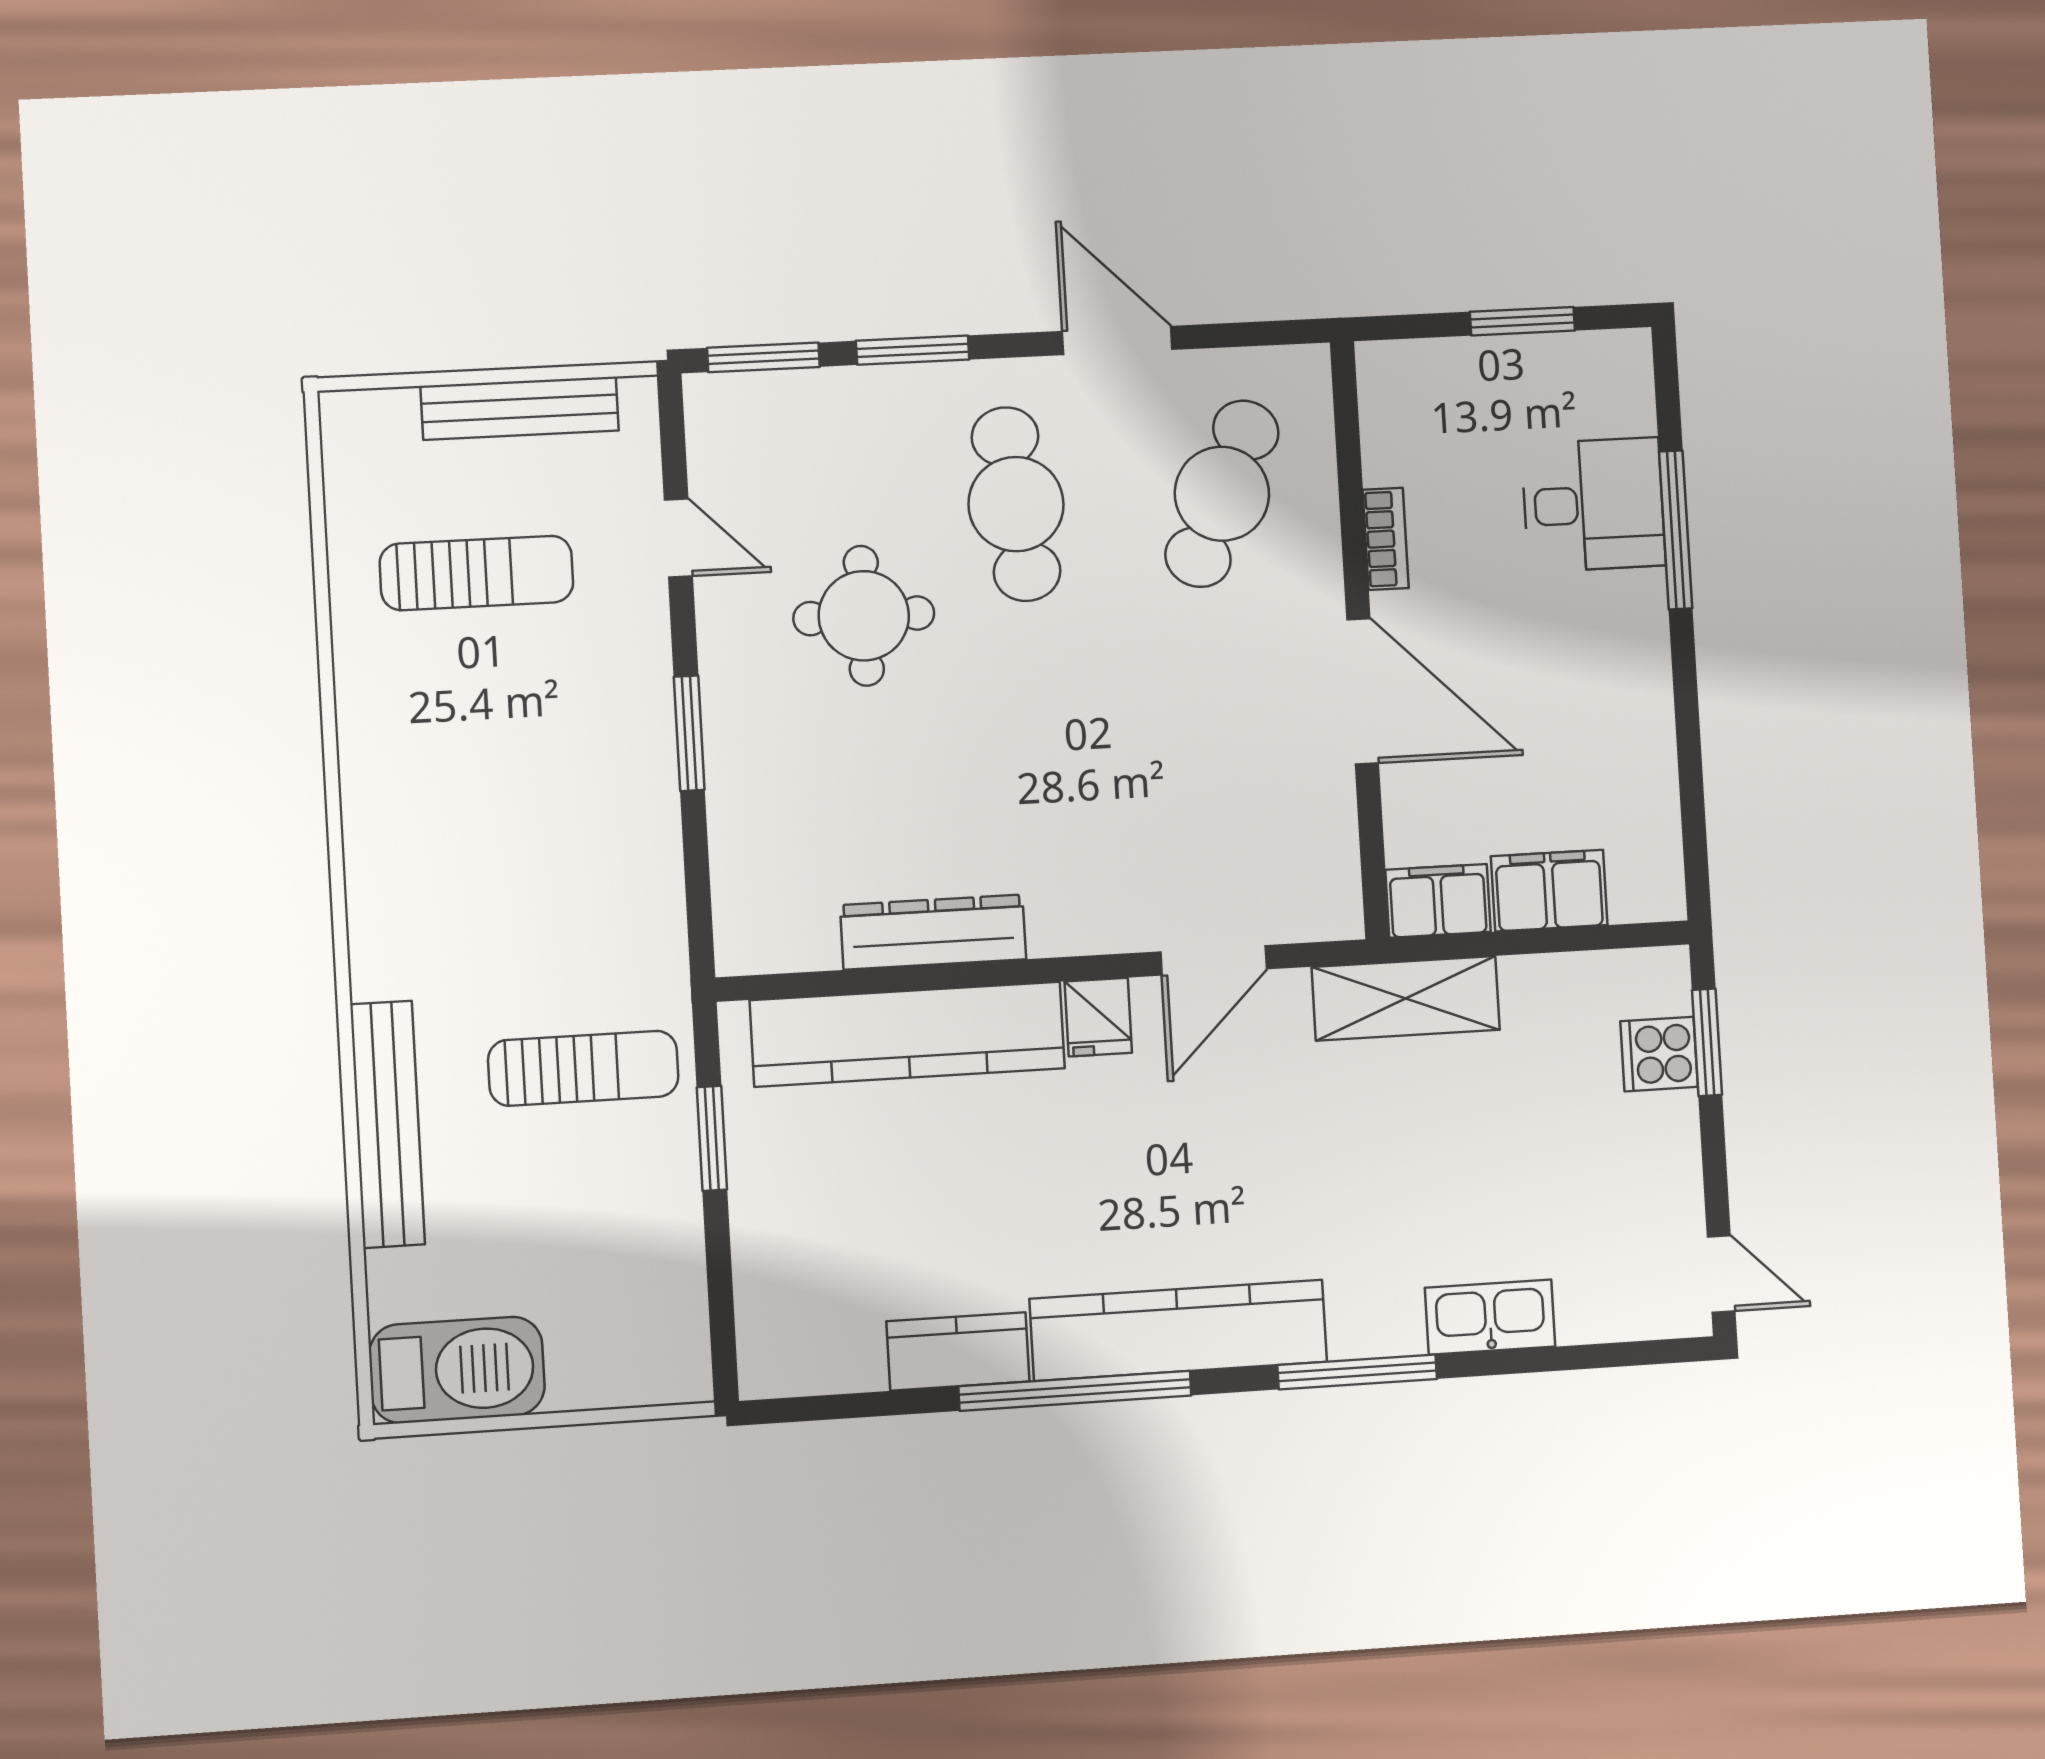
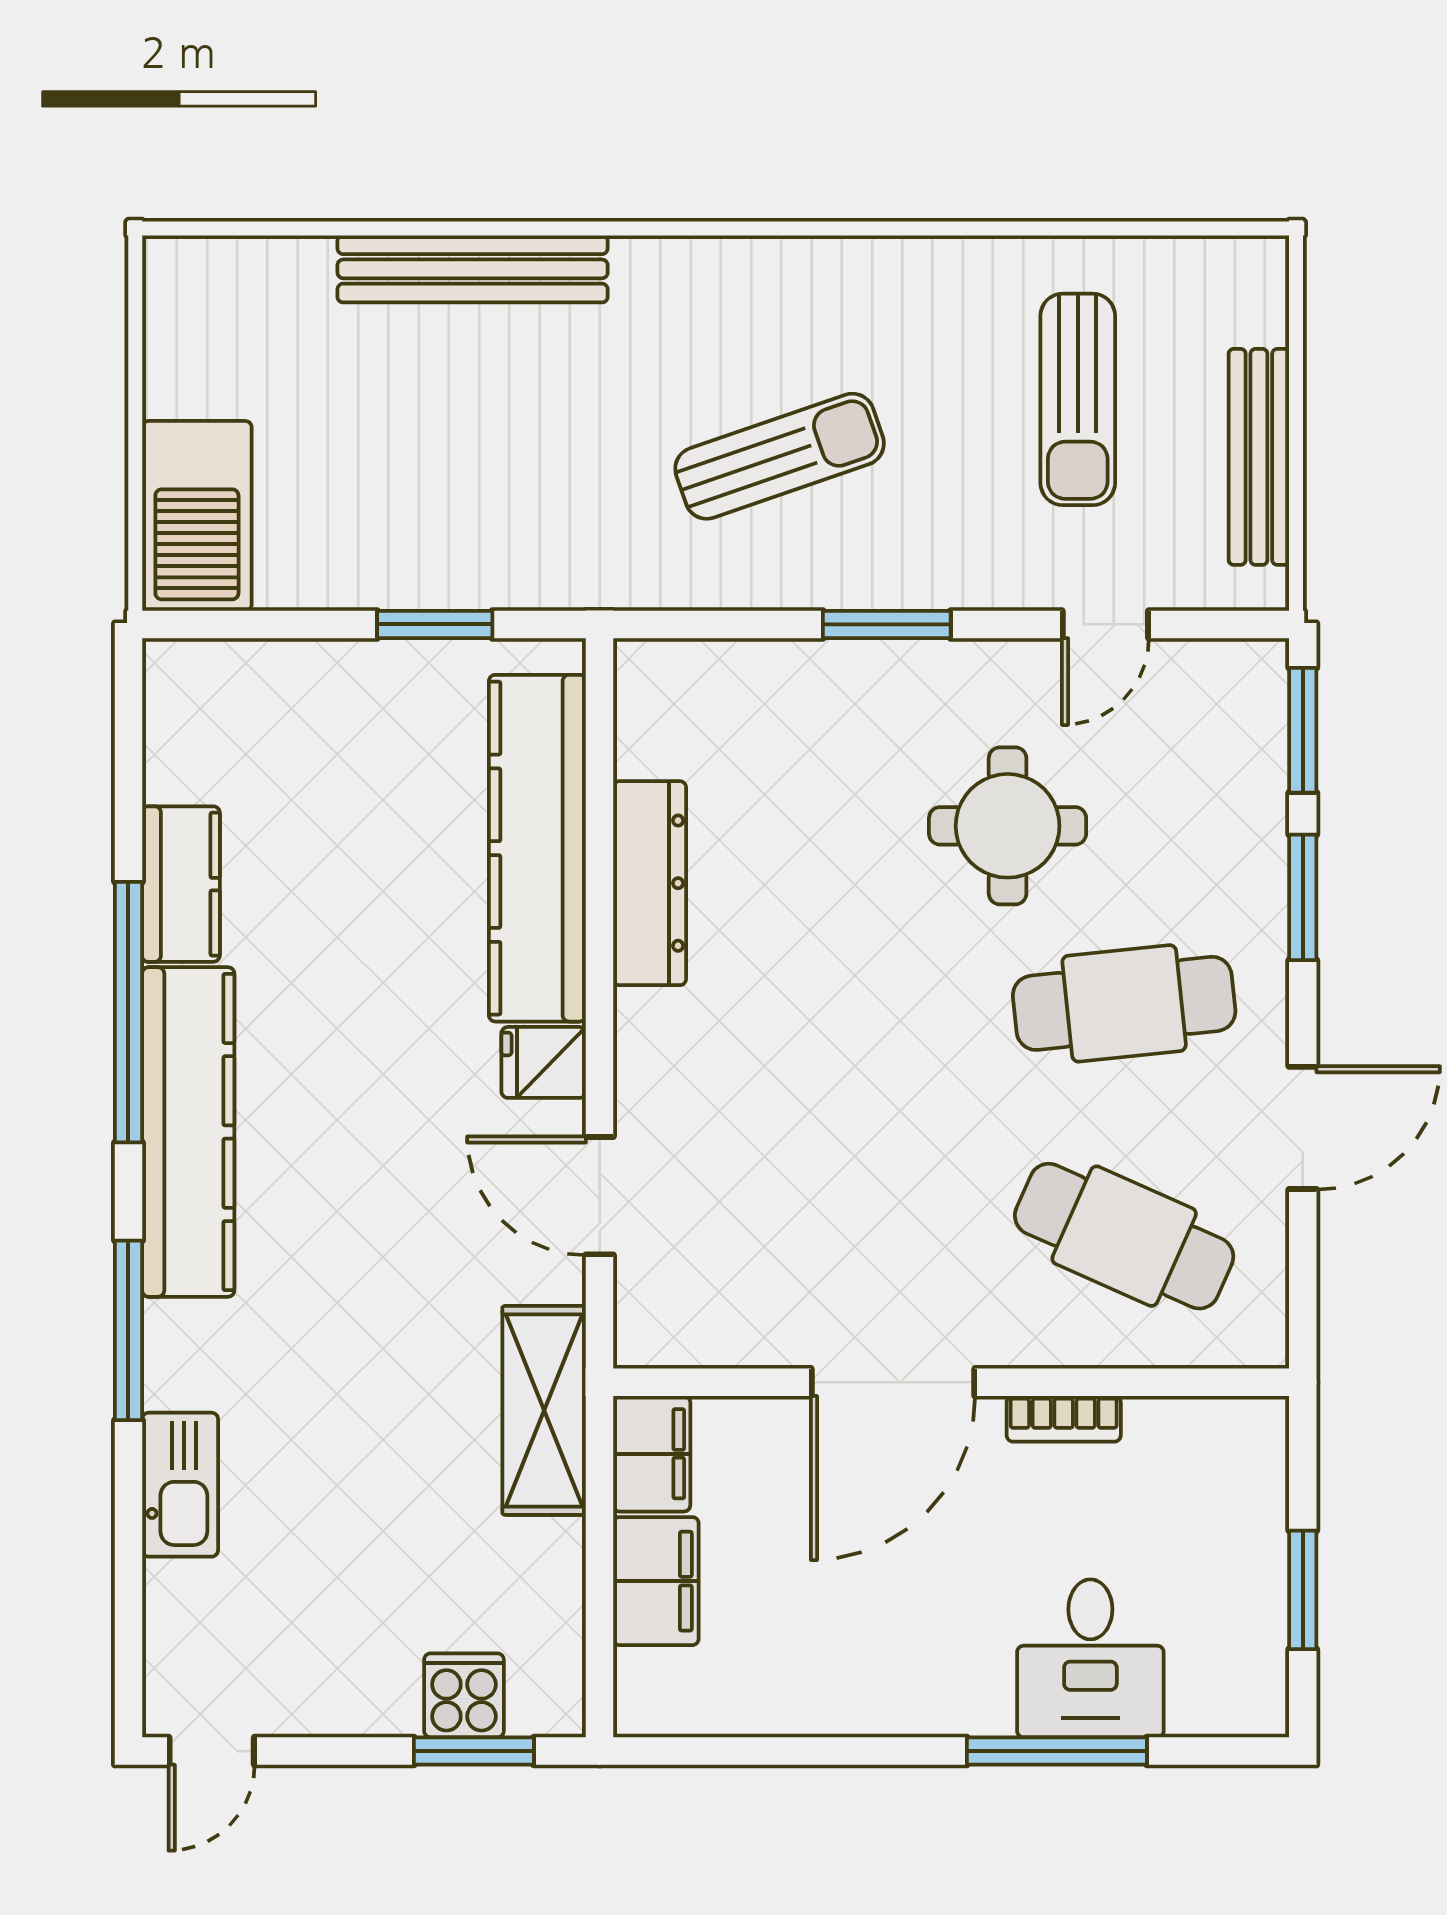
sun lounger: (583, 1068) -> (780, 456), moved, turned -109
barbecue: (457, 1370) -> (197, 516), moved

